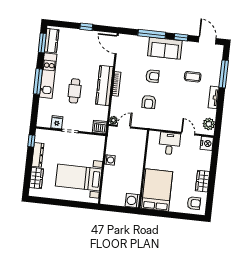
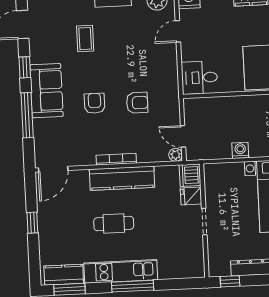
cafe table: (75, 91) -> (114, 224), moved
fridge: (57, 122) -> (191, 196), moved
desk: (170, 144) -> (199, 78), moved

